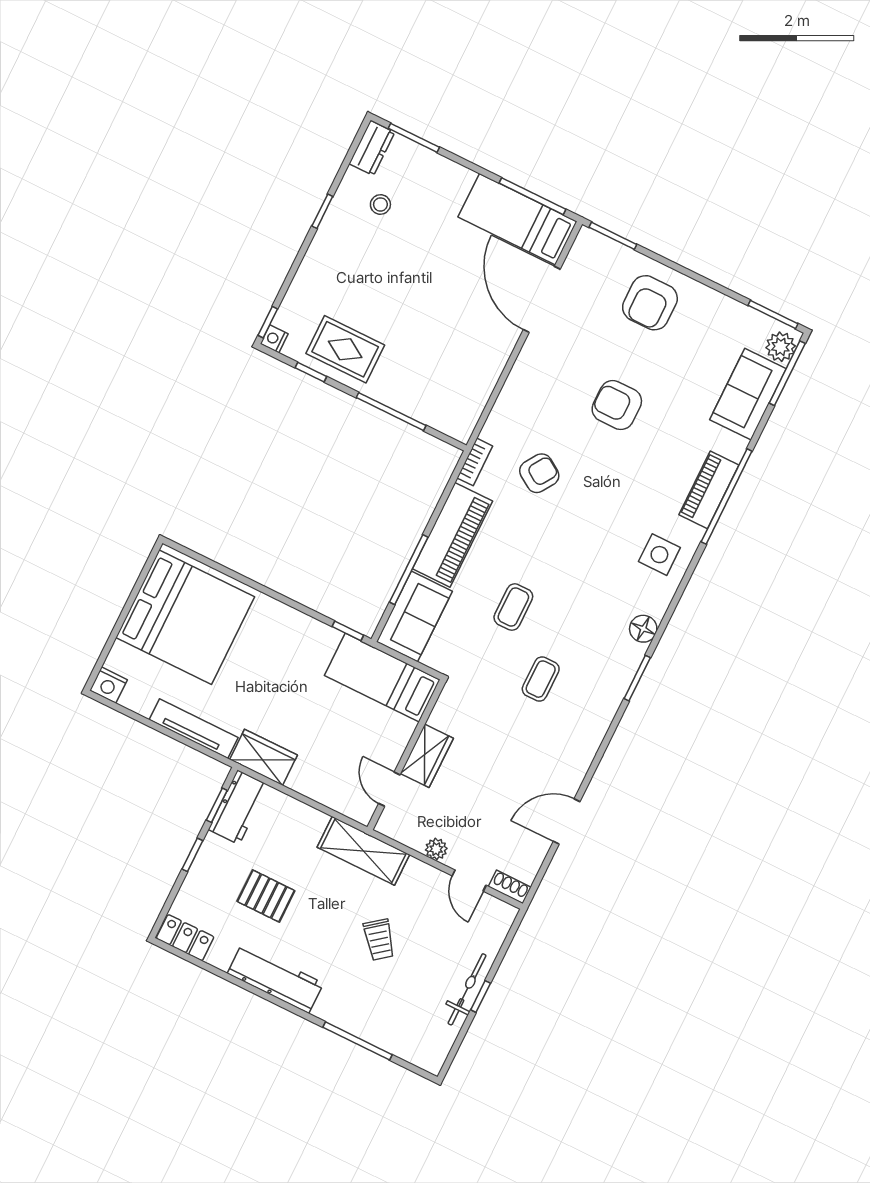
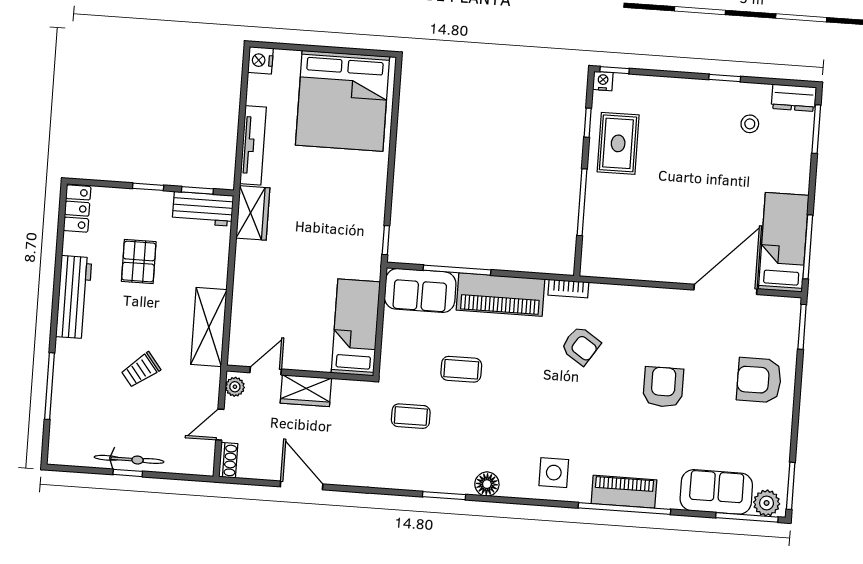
bed: (382, 678) -> (356, 327), moved
wall: (406, 755) -> (300, 373), moved
wardrobe: (427, 756) -> (306, 391), moved
door: (389, 789) -> (266, 371), moved

